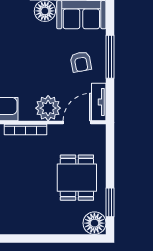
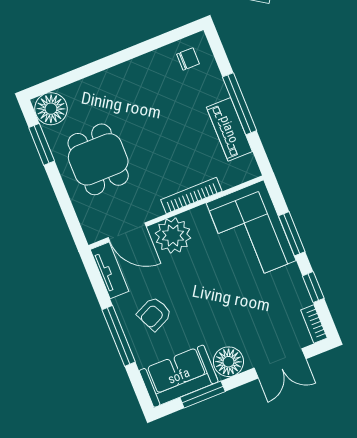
armchair: (81, 62) -> (154, 314), turned -105
door: (77, 122) -> (127, 232), hinge flipped

